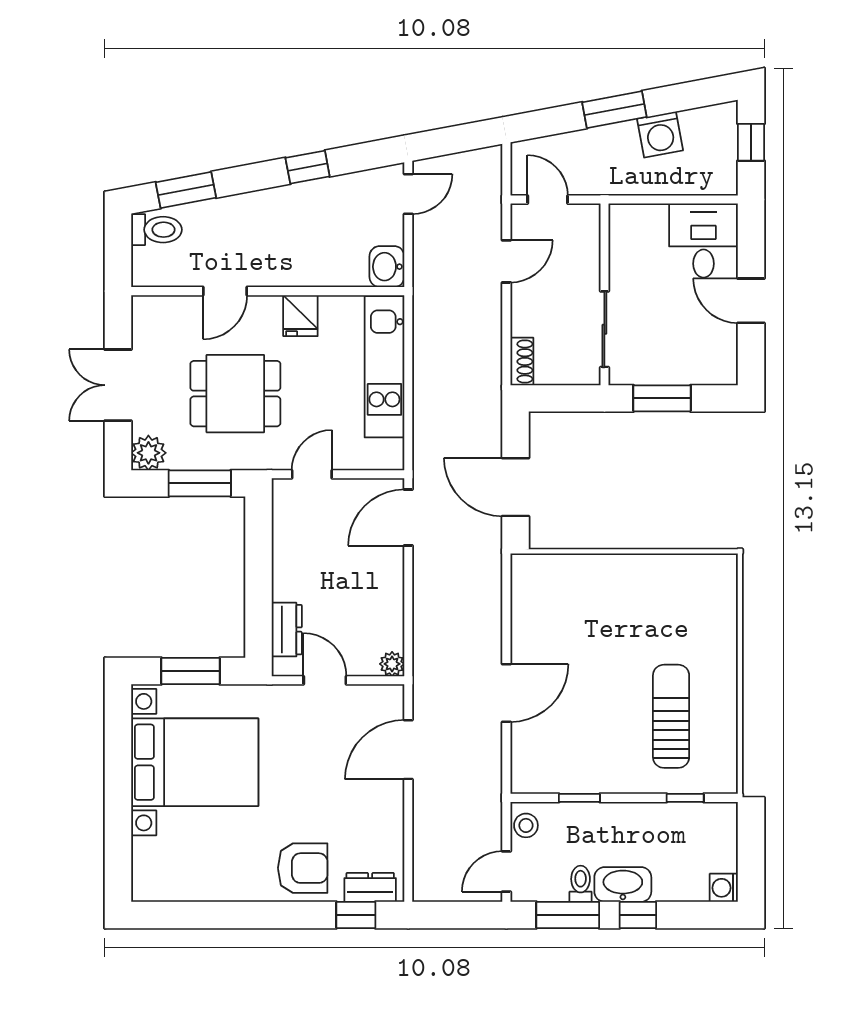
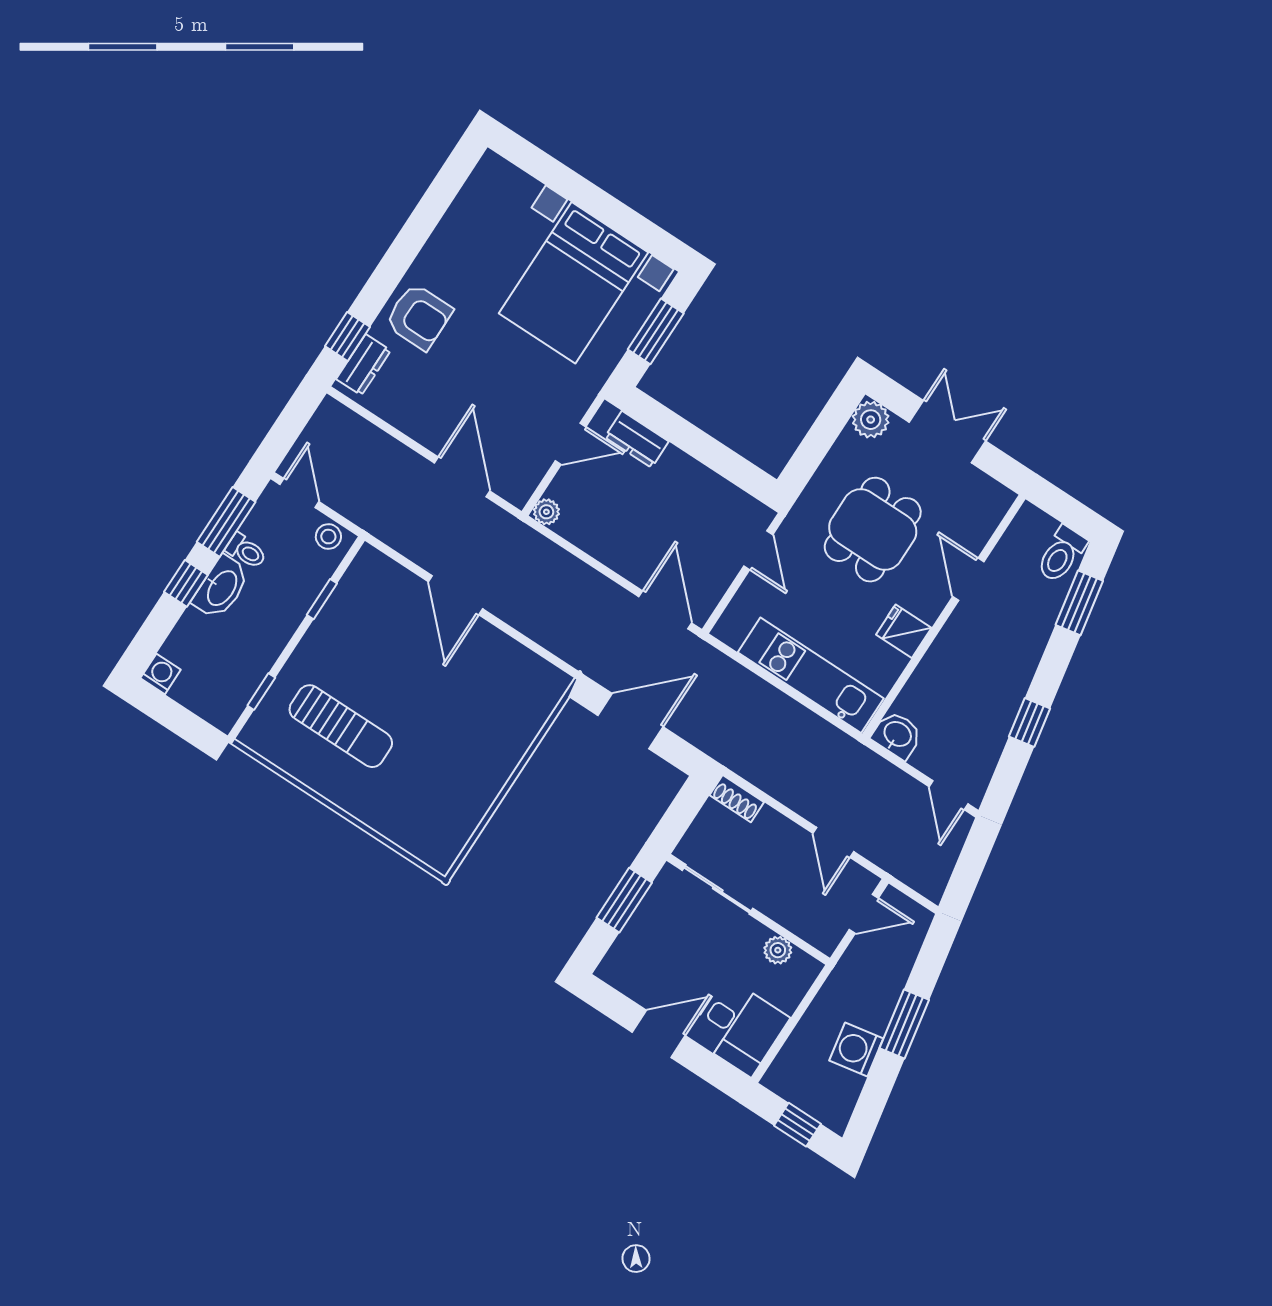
plant: (622, 249) -> (778, 950), added
window: (200, 483) -> (815, 447), removed
armchair: (303, 868) -> (419, 317), turned -90

